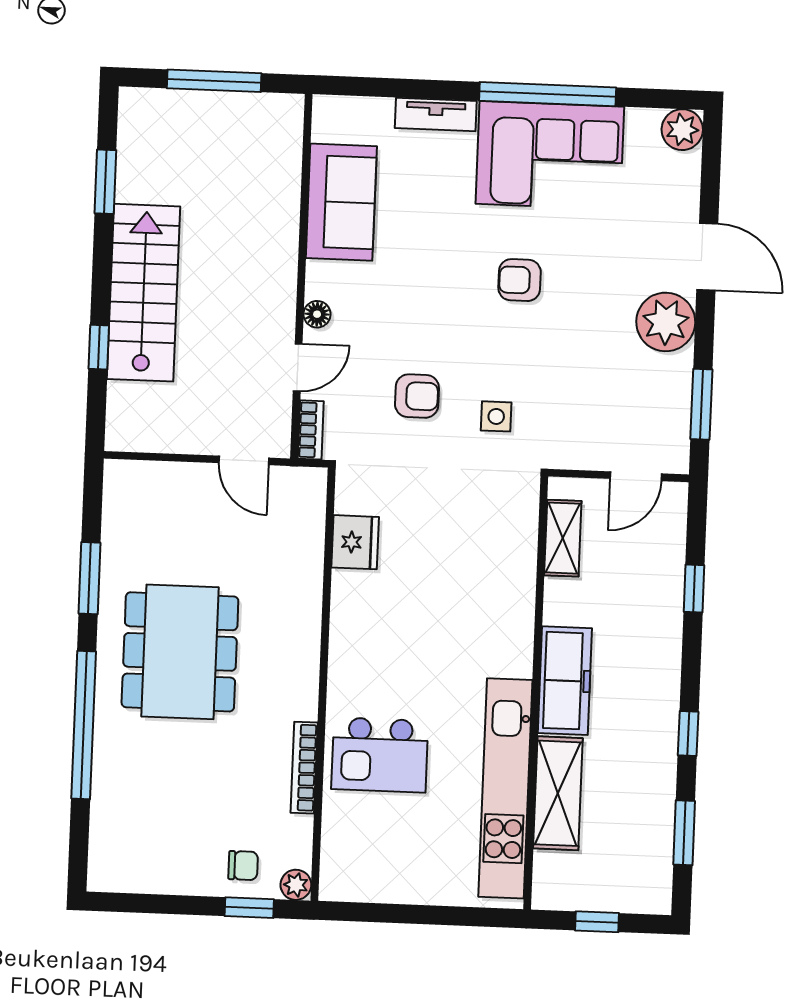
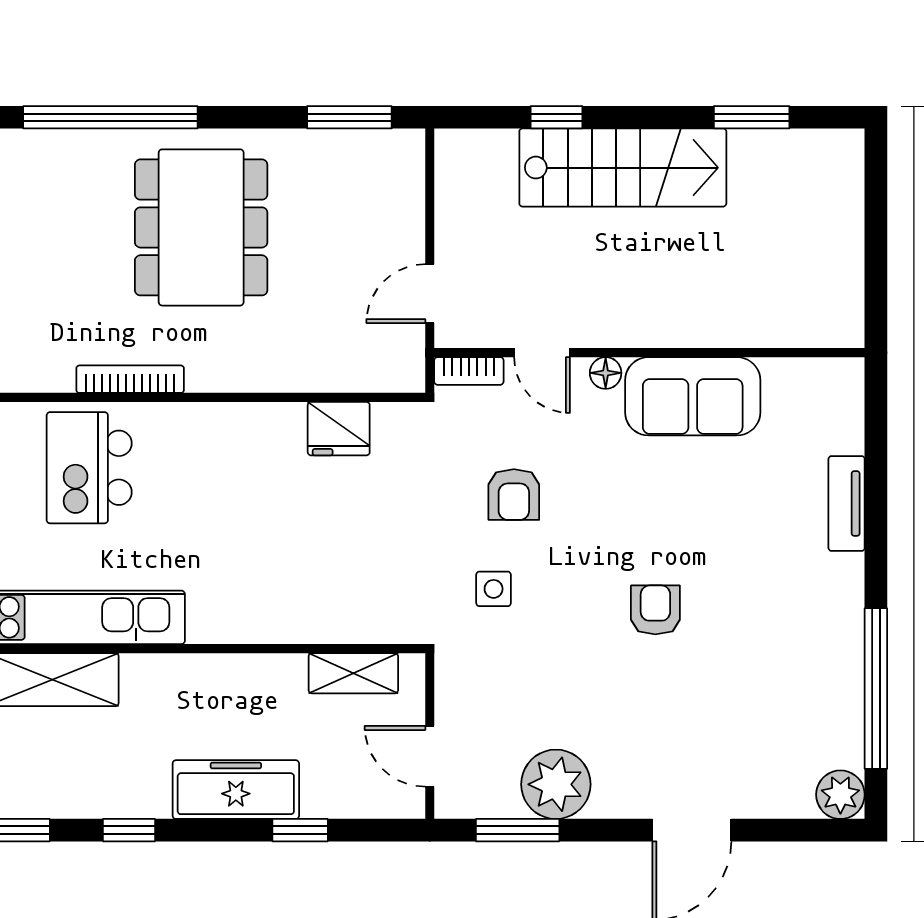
window: (214, 81) -> (876, 241), removed
window: (548, 94) -> (876, 688), moved
corner sofa: (550, 155) -> (804, 640), removed
sofa: (341, 202) -> (693, 396), moved
plant: (666, 322) -> (556, 784), moved
window: (89, 578) -> (349, 117), moved
dining table: (180, 652) -> (201, 227), turned 90
freezer: (565, 681) -> (236, 790), moved, turned 180
bookcase: (304, 768) -> (130, 379), moved

